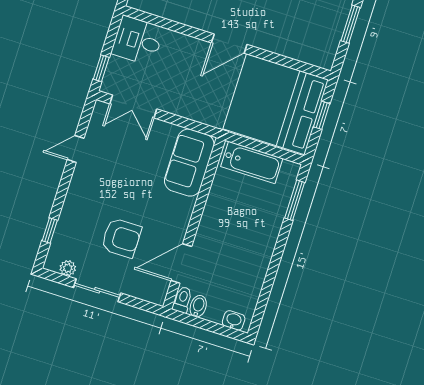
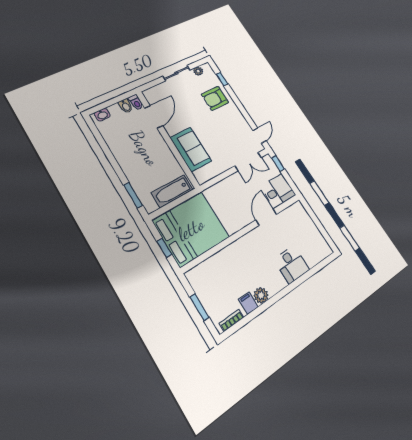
door: (229, 44) -> (266, 217), moved
double door: (133, 106) -> (248, 162), swing flipped
door: (76, 149) -> (259, 136), moved
sofa: (189, 163) -> (191, 149), moved
armchair: (121, 238) -> (215, 98), moved

